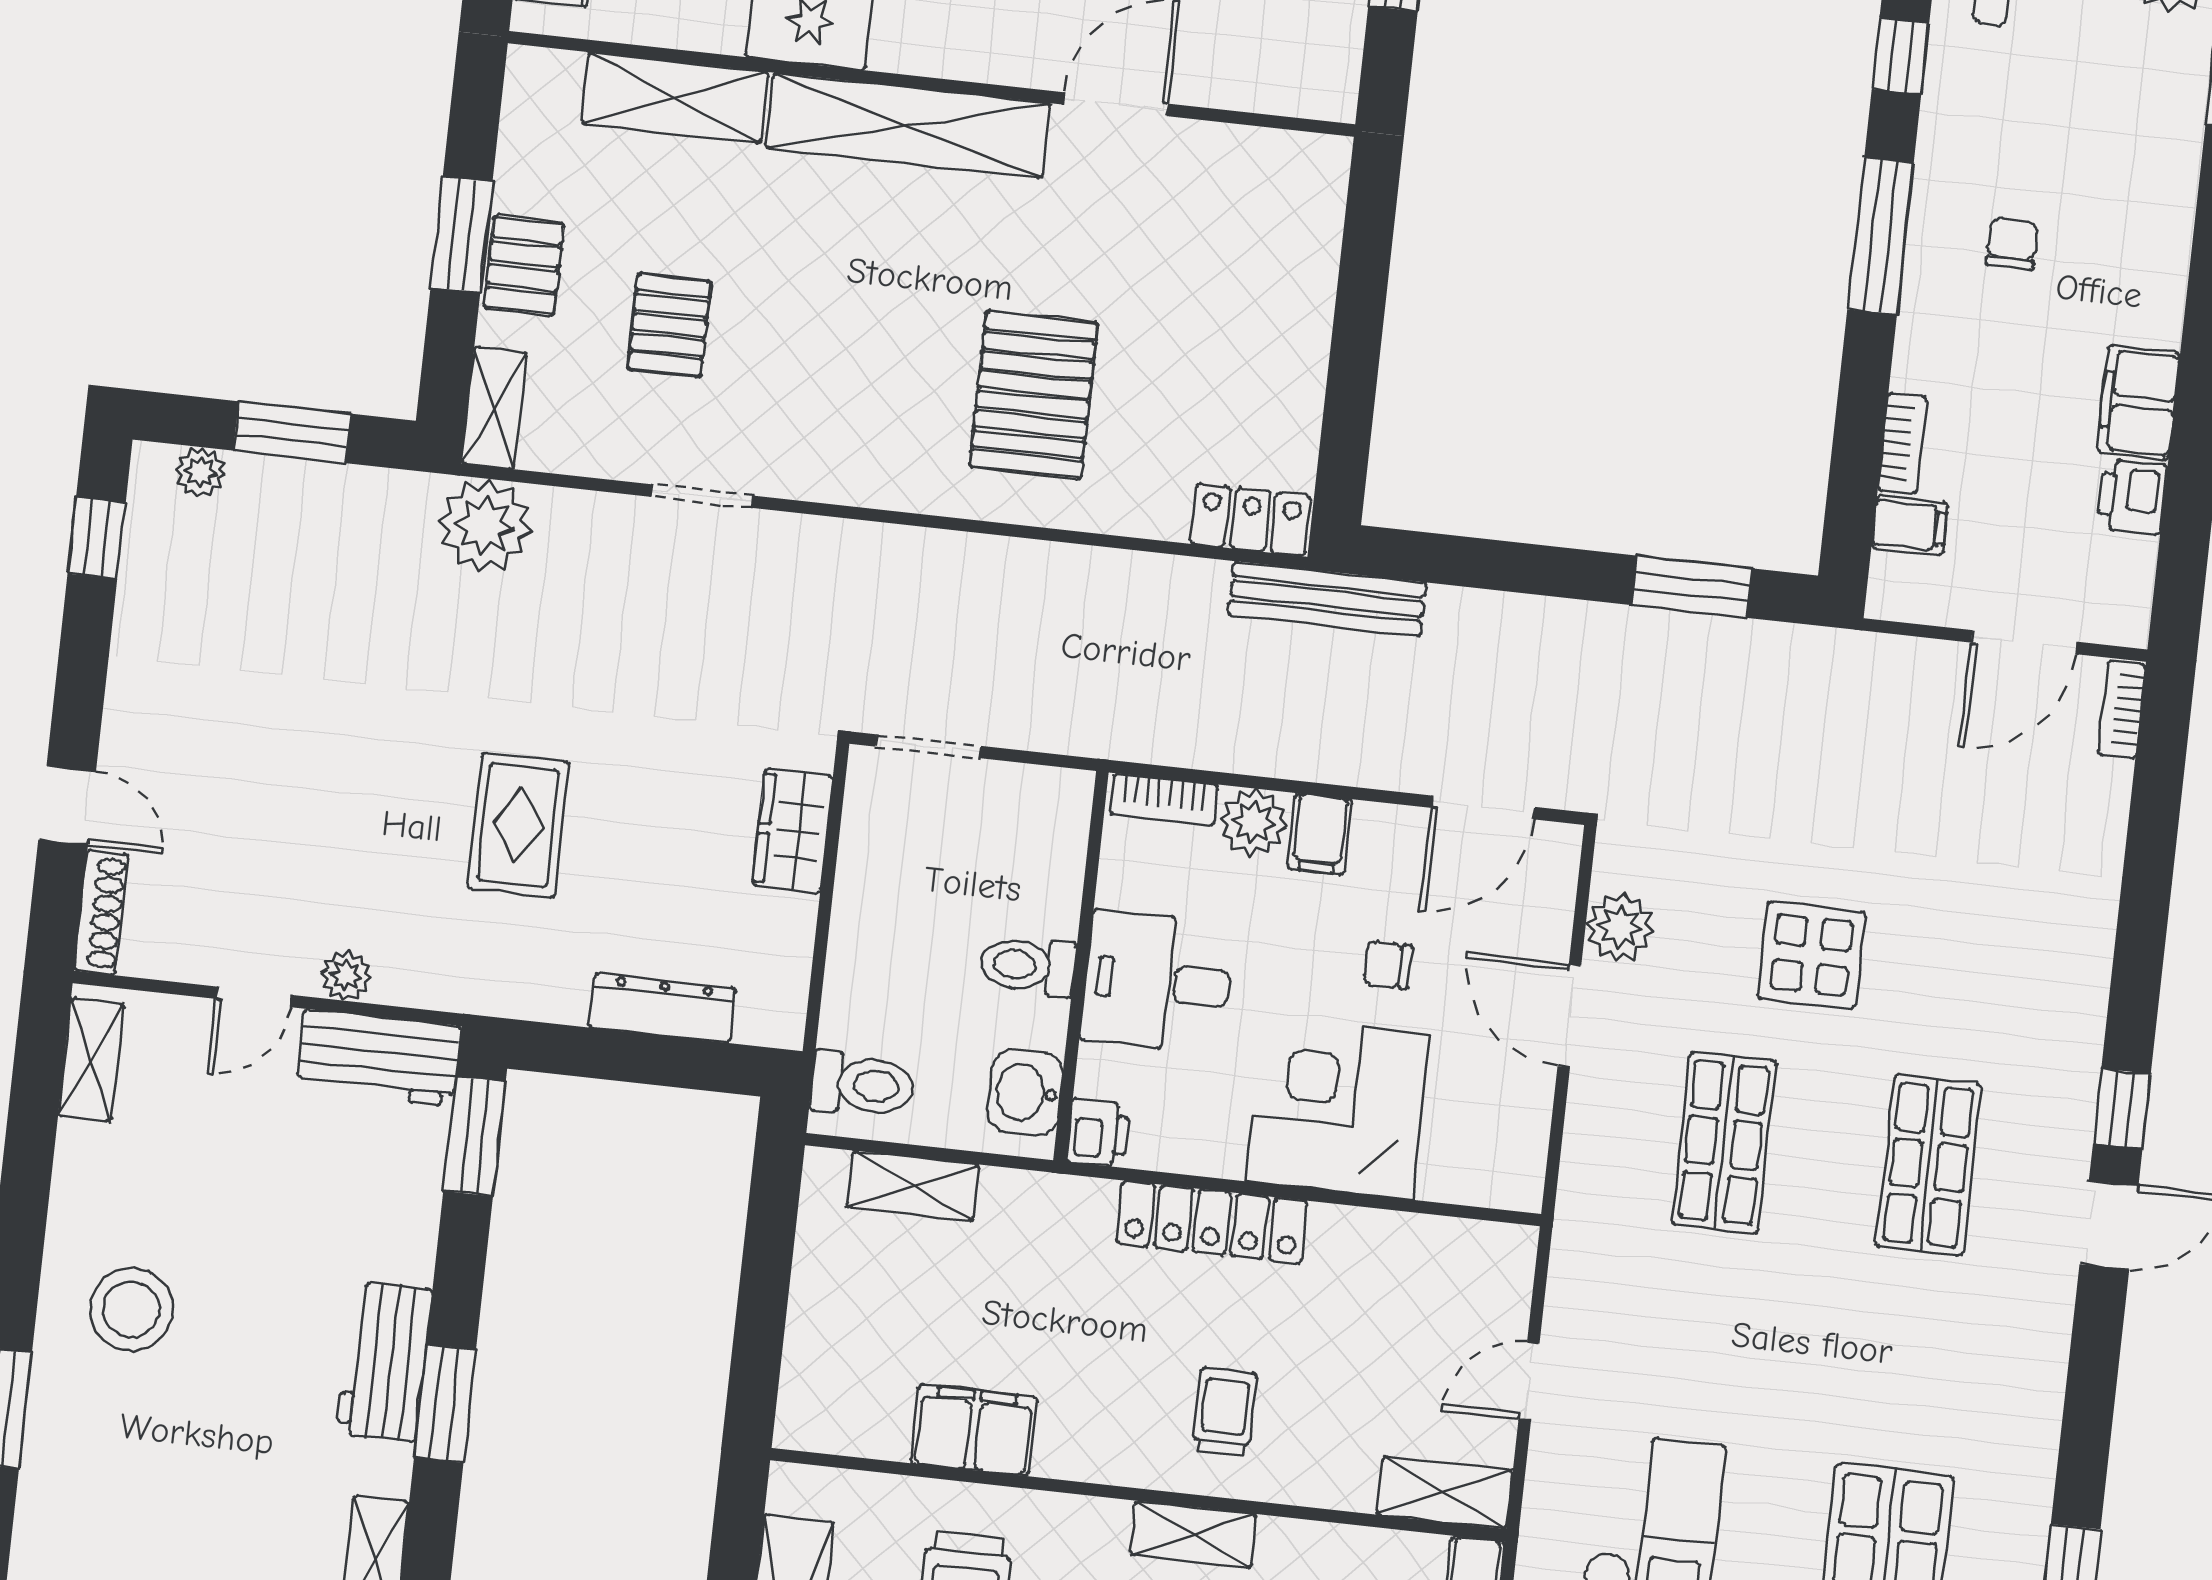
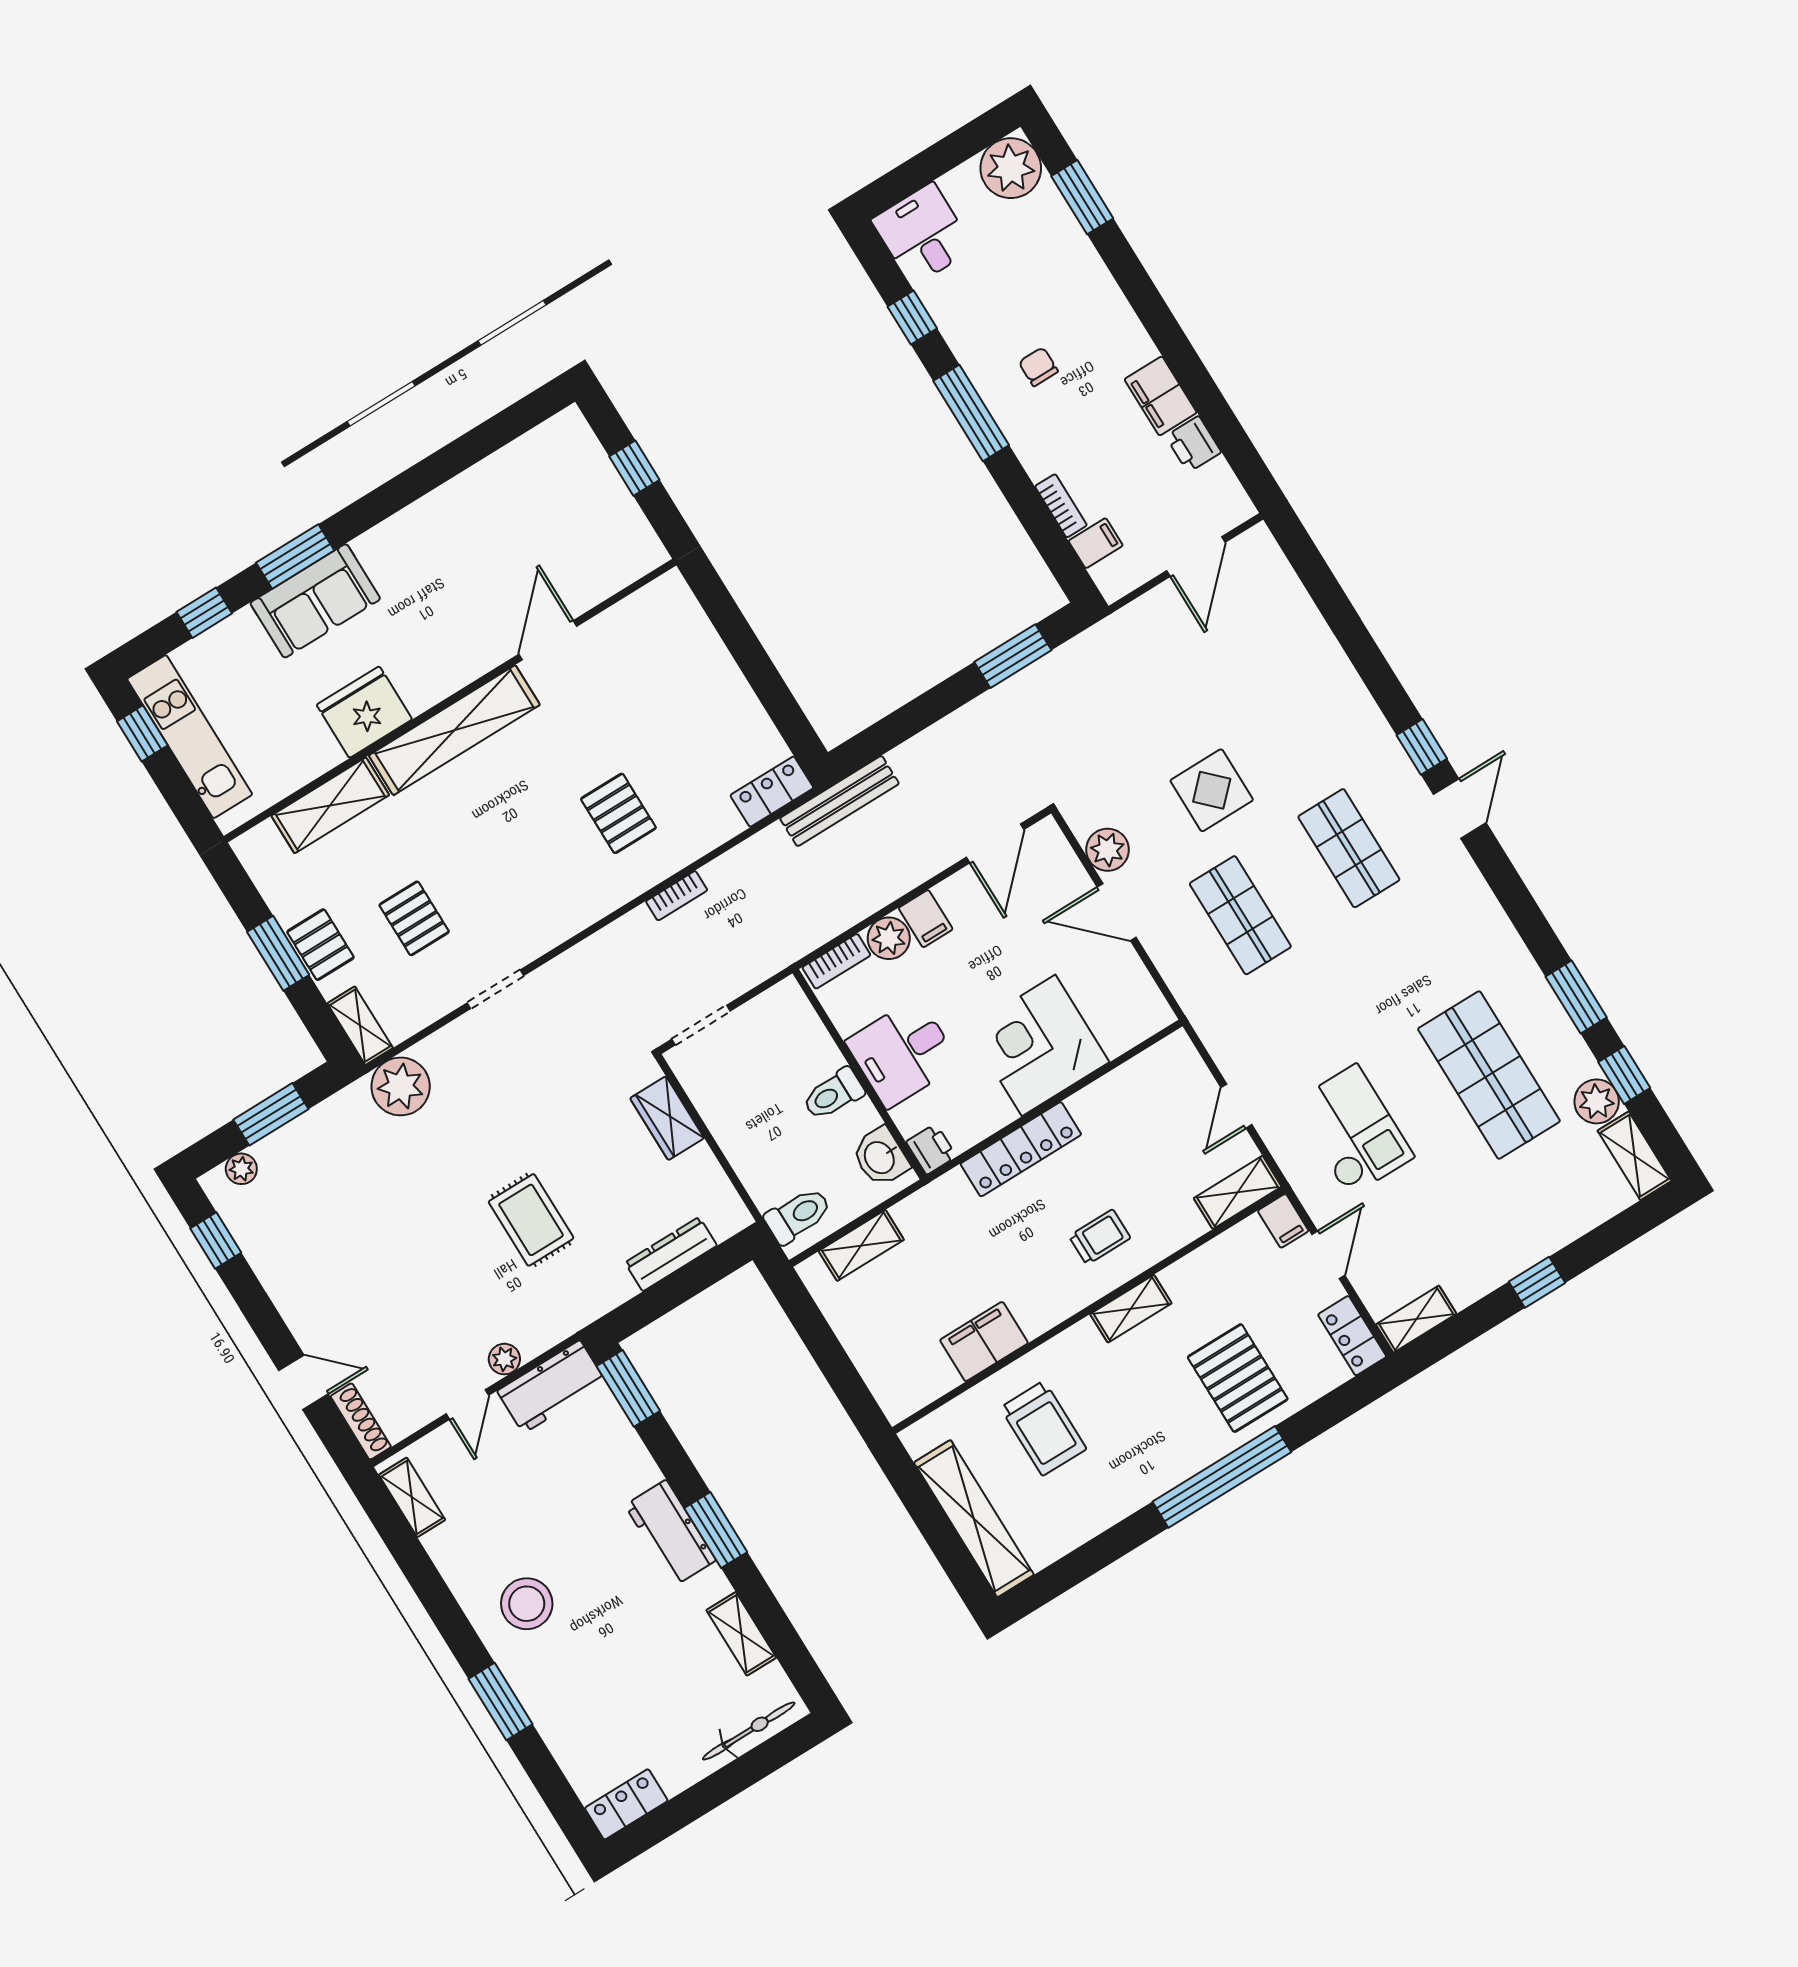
pallet: (1034, 395) -> (618, 813), width x0.67, depth x0.71
bookcase: (2122, 710) -> (677, 896), moved, turned -90
chair: (1388, 965) -> (1009, 957), removed
trolley: (1225, 1412) -> (1100, 1237), turned 90

